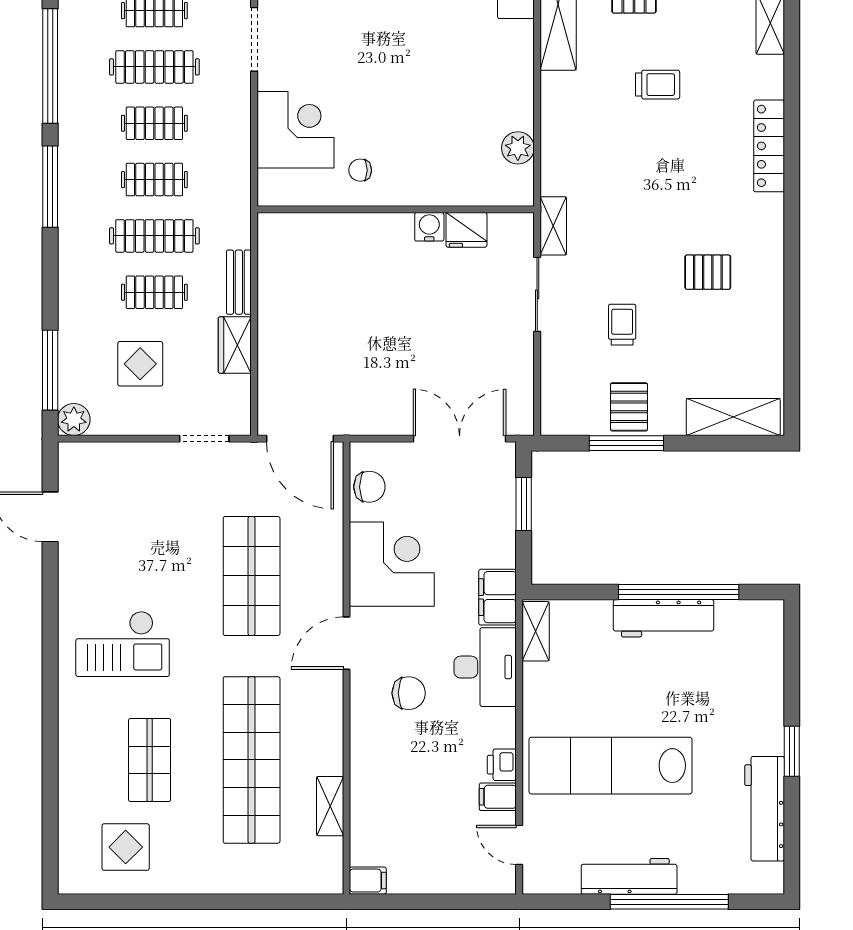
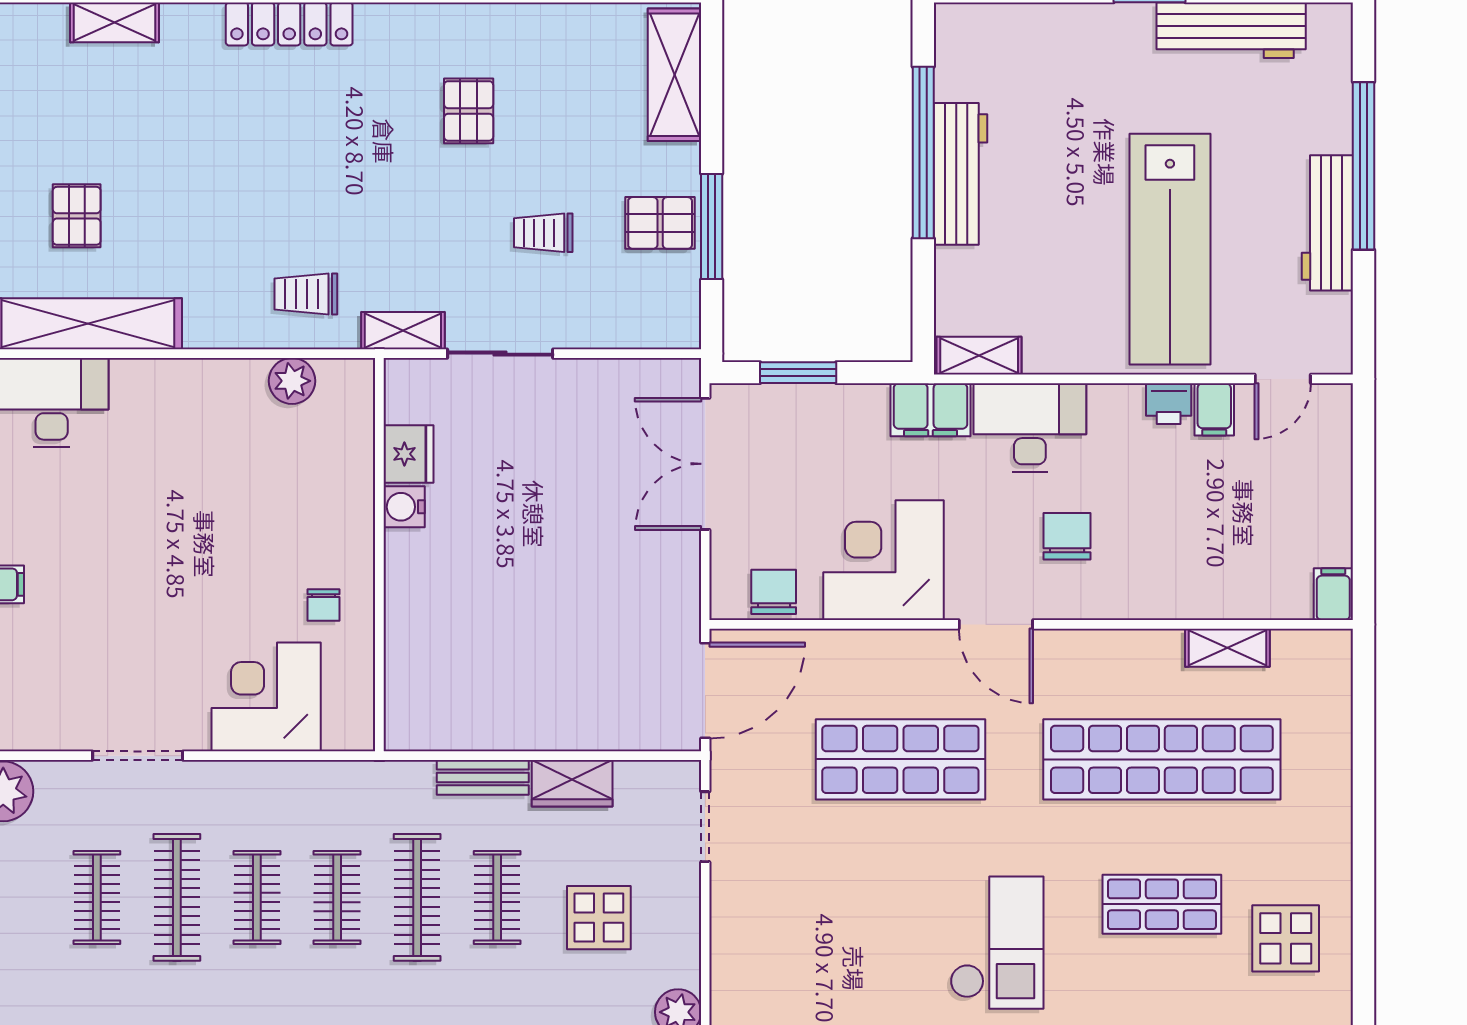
trolley: (658, 85) -> (306, 294), moved, turned -90

